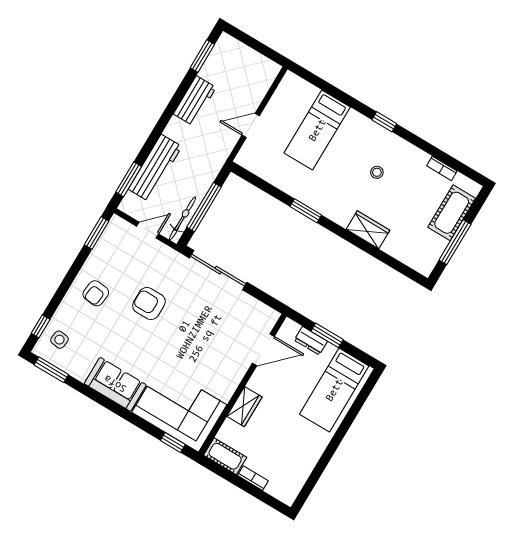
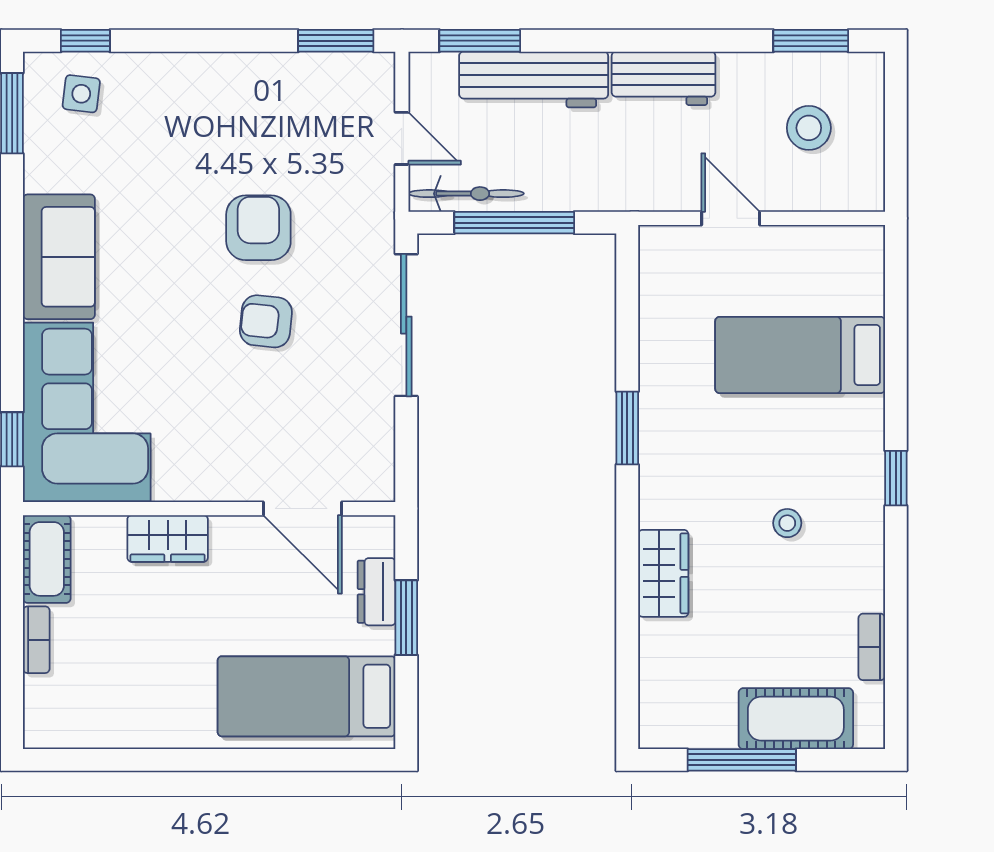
stool: (234, 76) -> (809, 128), added
workbench: (195, 101) -> (664, 78), moved
armchair: (96, 293) -> (266, 321), moved

